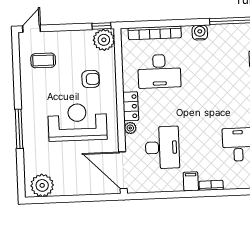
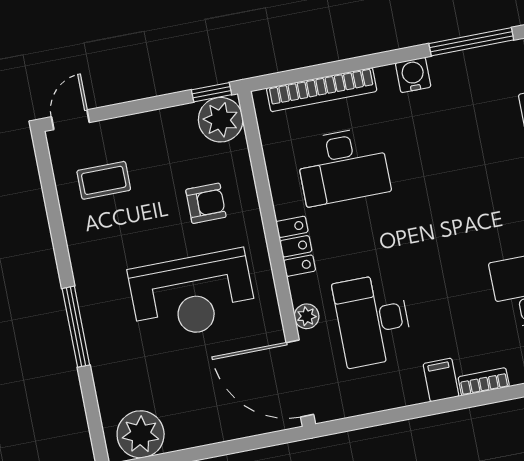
reception desk: (77, 122) -> (192, 295), turned 180
plant: (130, 128) -> (307, 316), moved
desk: (162, 148) -> (373, 320), turned 180

